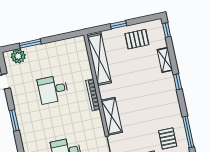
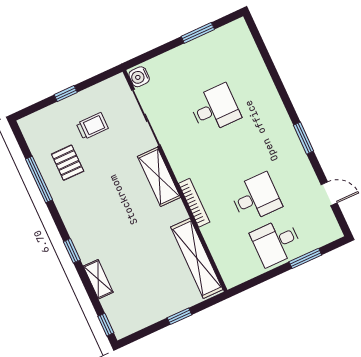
pallet: (137, 39) -> (147, 301), removed
plant: (18, 56) -> (319, 236), removed
desk: (46, 58) -> (276, 242), added

